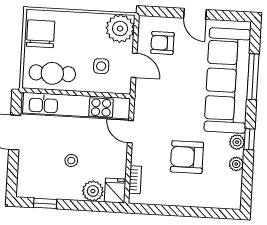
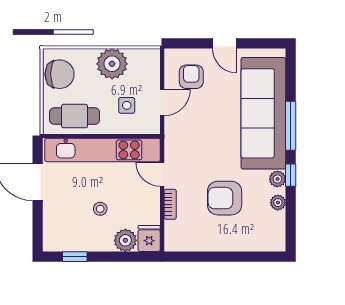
plant: (120, 28) -> (112, 64), moved
chair: (41, 34) -> (60, 74), turned 90
armchair: (162, 43) -> (191, 77), turned 90
door: (134, 65) -> (162, 102), hinge flipped
window: (253, 77) -> (291, 126), moved
bookcase: (135, 180) -> (170, 204), moved

